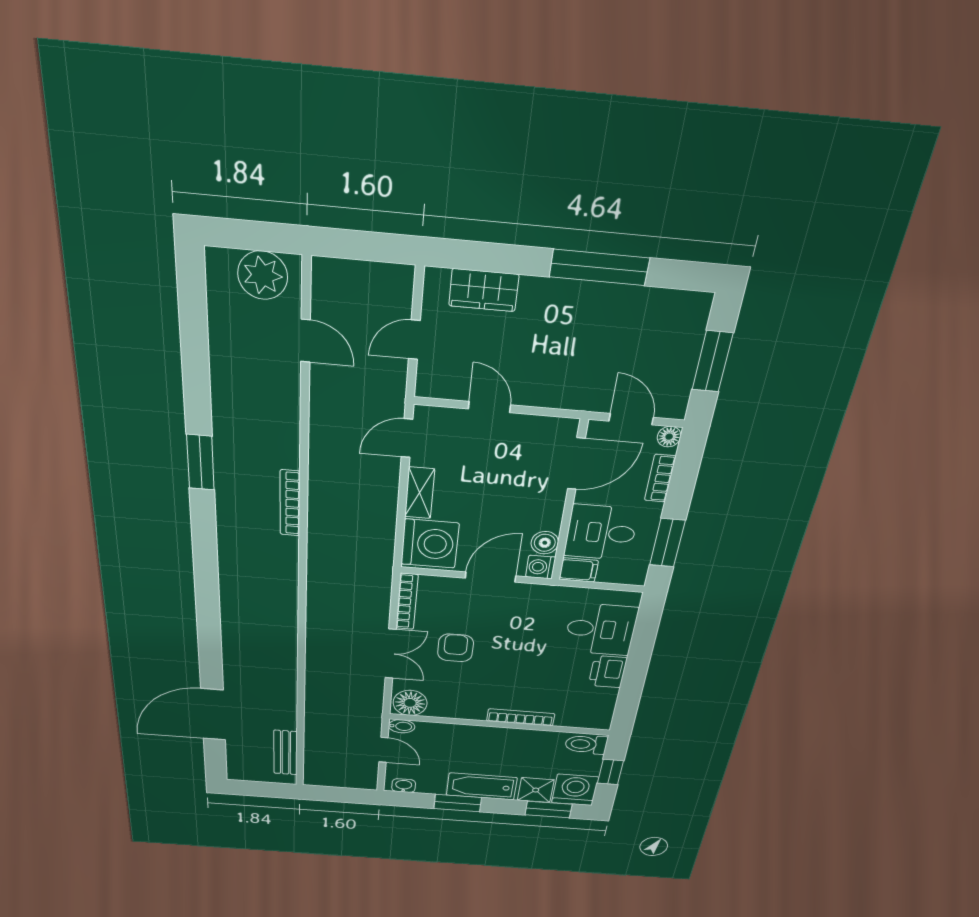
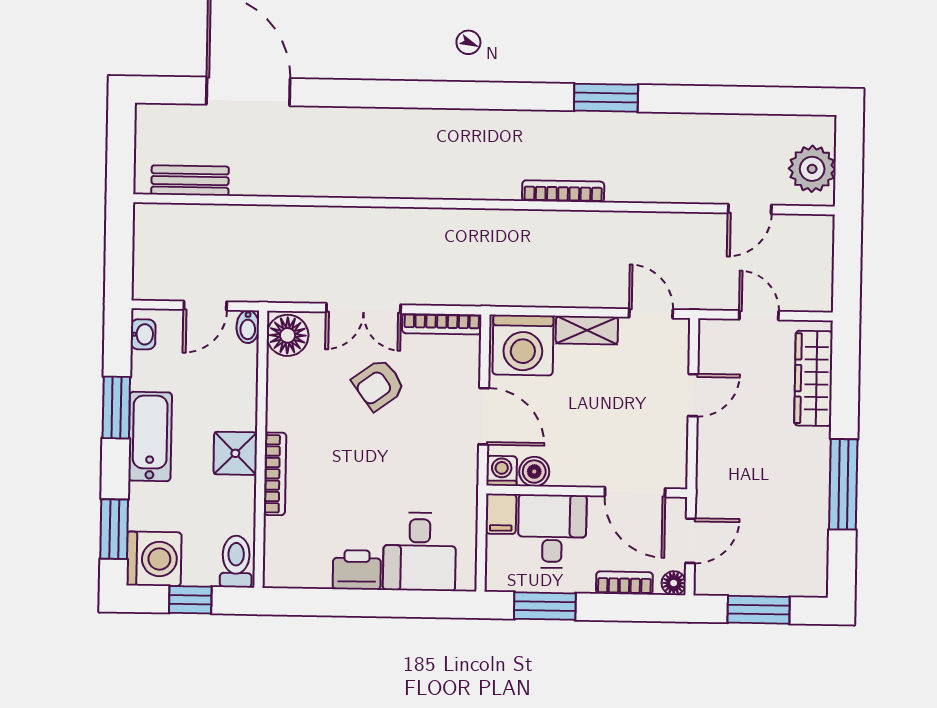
wardrobe: (484, 290) -> (813, 378), width x1.50
armchair: (456, 648) -> (379, 385), turned 144
shower: (536, 790) -> (235, 453), moved

